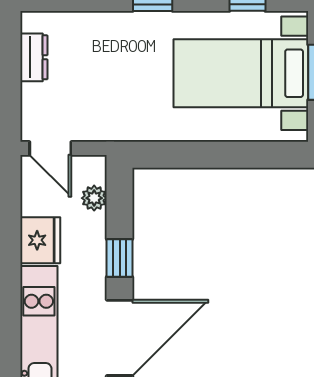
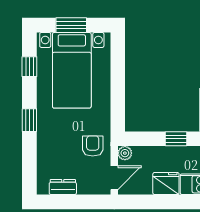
armchair: (107, 110) -> (93, 146), added
plant: (94, 198) -> (125, 153), moved

